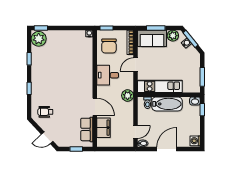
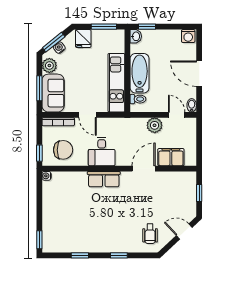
plant: (39, 39) -> (54, 243), removed
fridge: (193, 61) -> (83, 39), added
plant: (128, 95) -> (155, 125), moved
row of seats: (87, 129) -> (104, 179), moved
door: (47, 138) -> (184, 231), swing flipped

